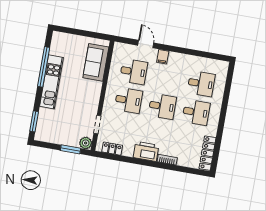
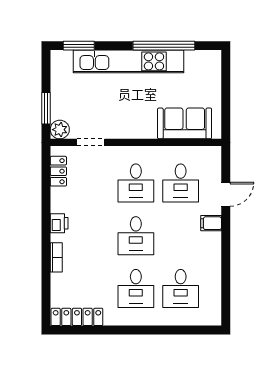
kitchen unit: (51, 82) -> (129, 61), width x1.36
printer: (146, 151) -> (59, 223), width x0.53, depth x0.68

